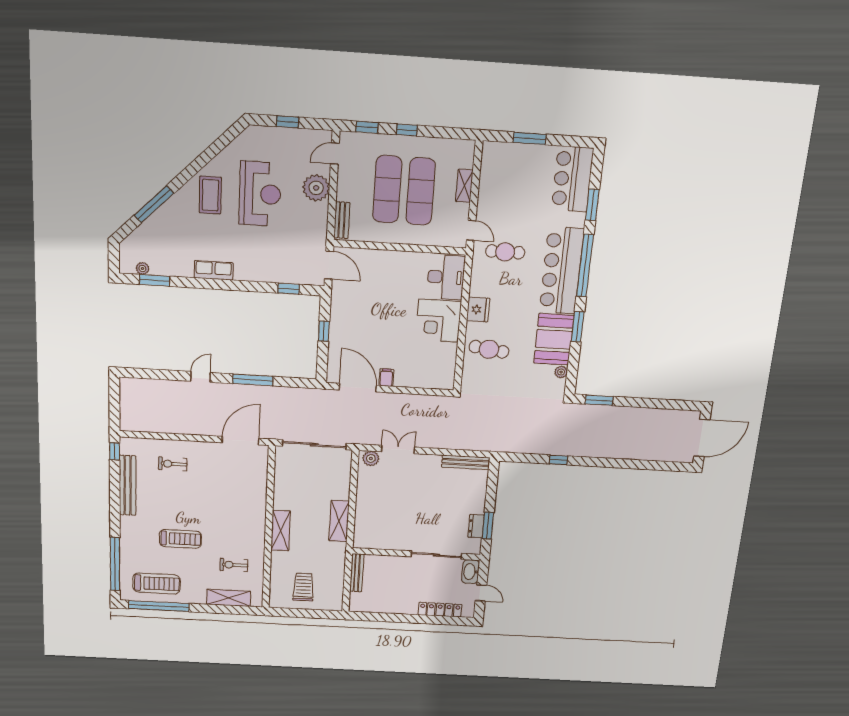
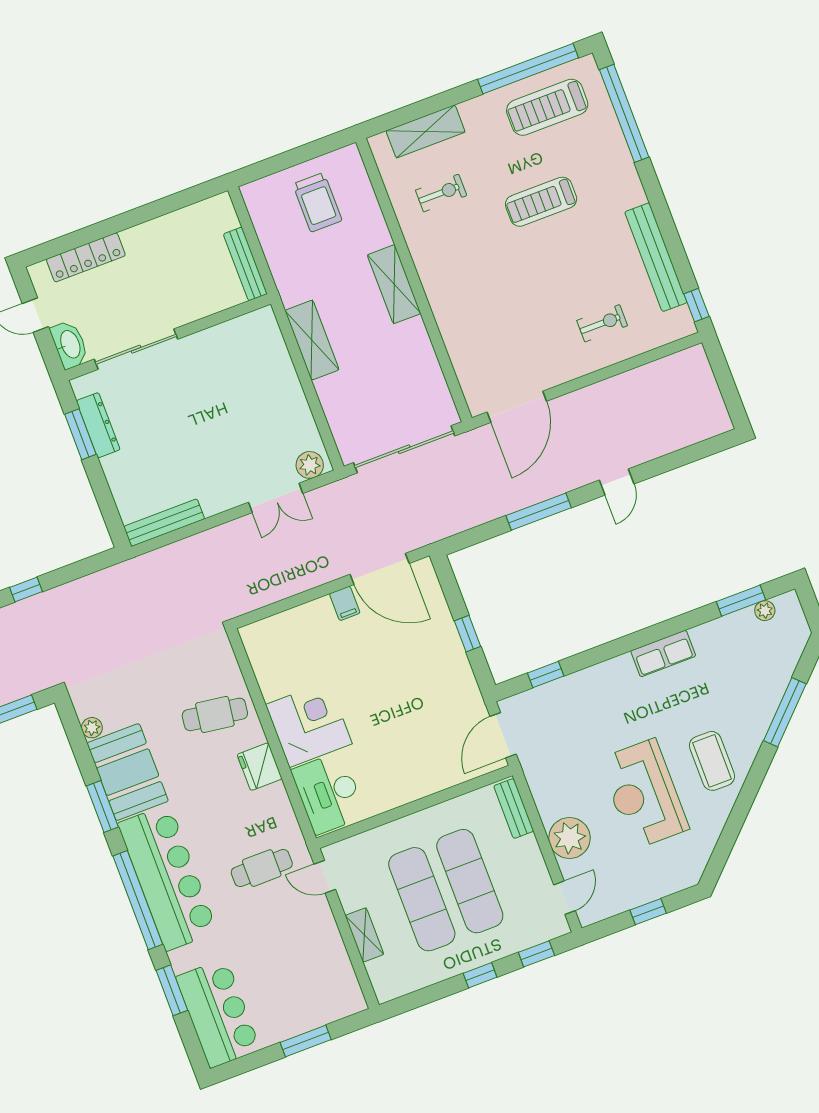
door: (329, 265) -> (503, 735), hinge flipped
dresser: (476, 526) -> (98, 425), width x1.44

